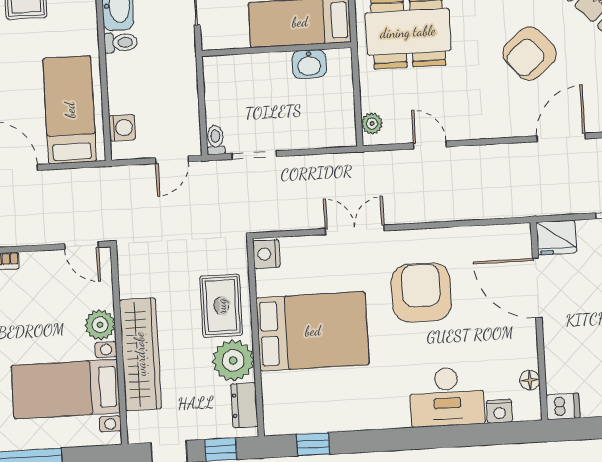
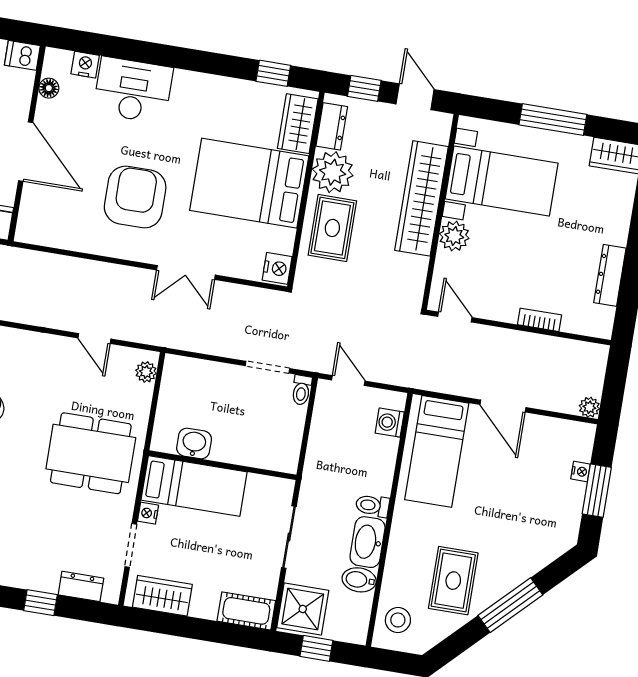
door: (172, 160) -> (348, 380), hinge flipped
door: (537, 288) -> (26, 152), moved
armchair: (421, 292) -> (135, 197), turned 180
wardrobe: (278, 400) -> (298, 124), added

